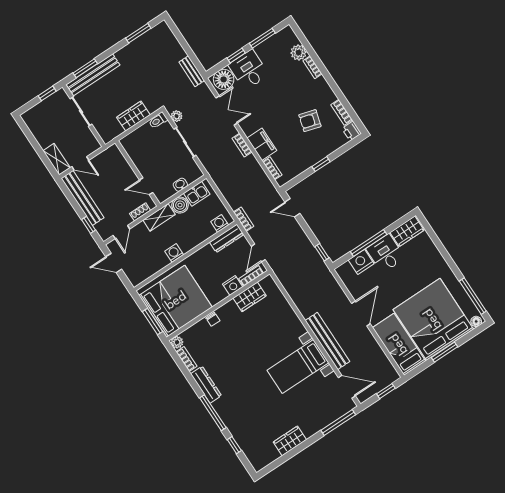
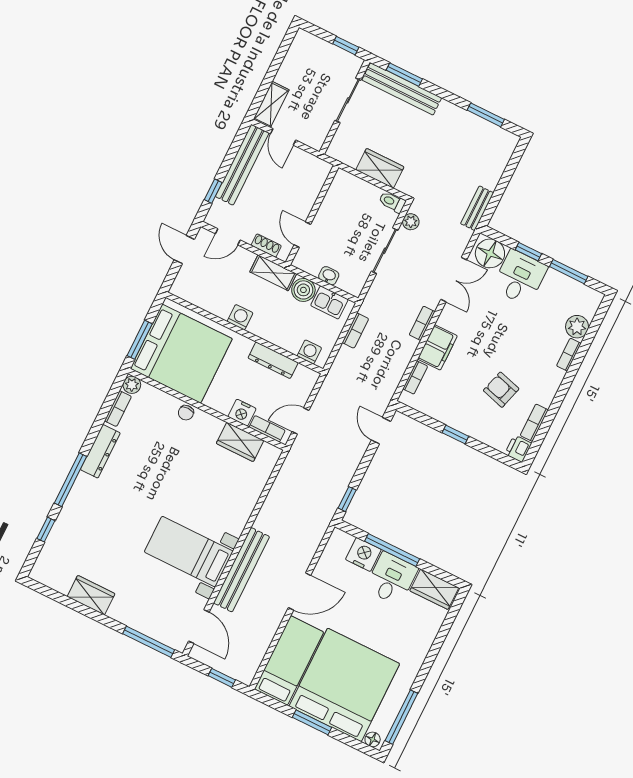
bookcase: (244, 219) -> (355, 331), moved
dresser: (227, 238) -> (273, 360), moved

